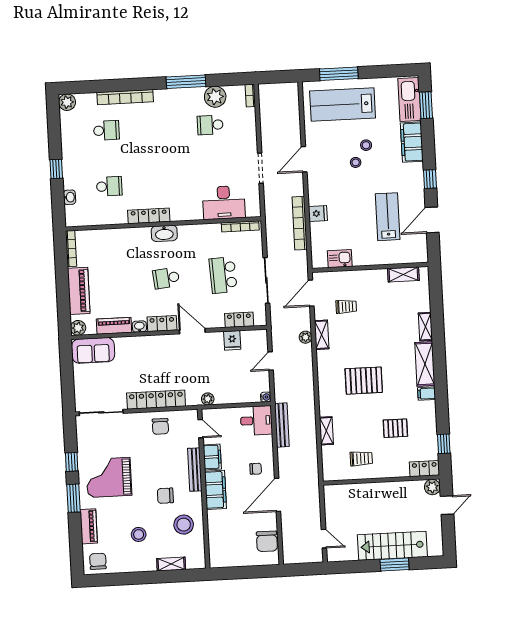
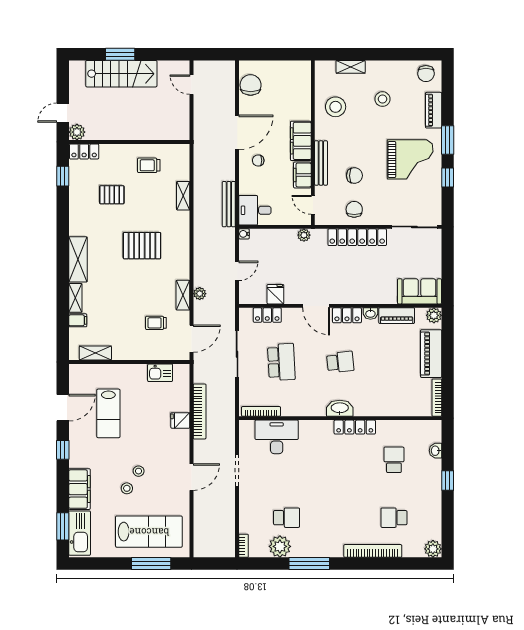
school desk: (109, 186) -> (394, 460), turned 90
filing cabinet: (427, 394) -> (78, 320), moved
chair: (165, 496) -> (354, 176), moved

